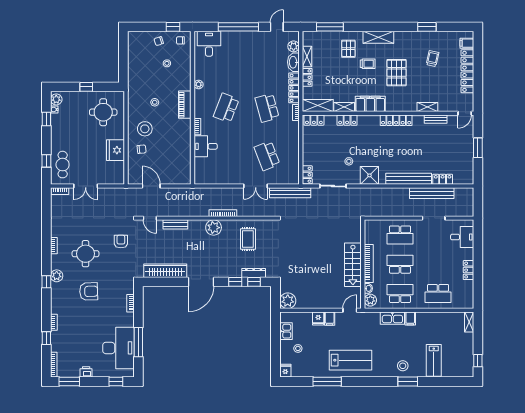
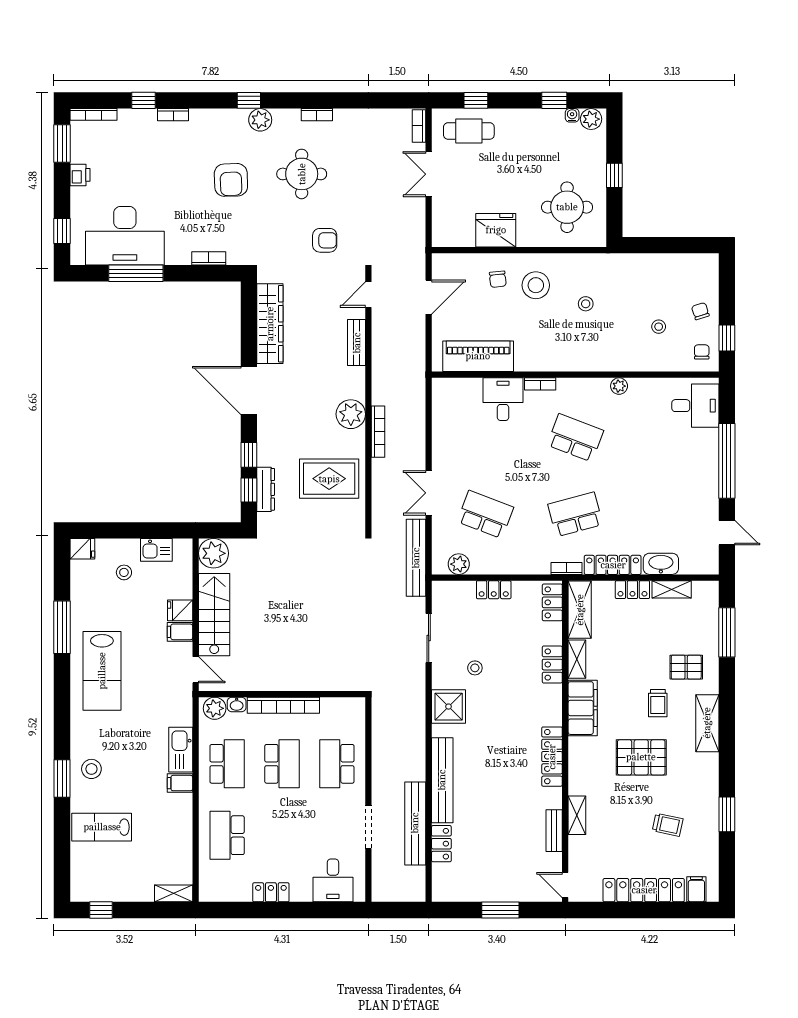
plant: (294, 46) -> (459, 564), moved
piano: (185, 105) -> (478, 356), moved, width x1.37, depth x1.33
school desk: (267, 156) -> (485, 514), turned 42
locker: (307, 175) -> (494, 590), moved
rug: (248, 239) -> (329, 479), width x1.36, depth x1.43
stairs: (353, 265) -> (214, 615), moved, turned 90

